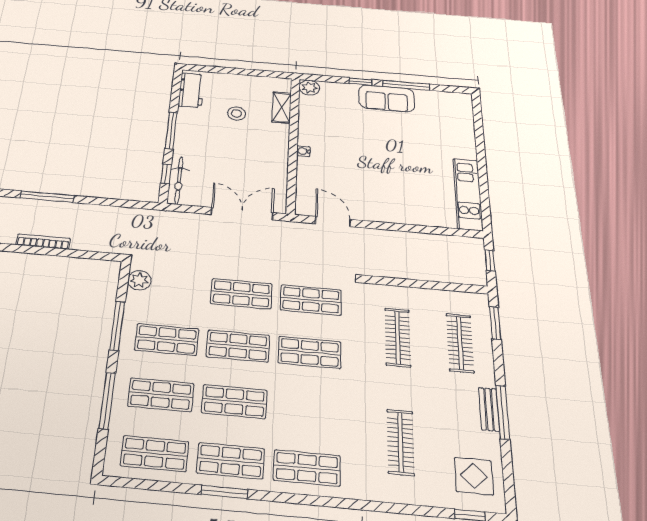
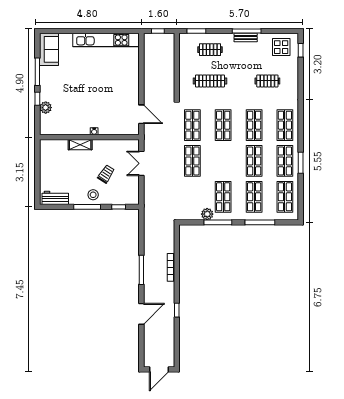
plant: (309, 88) -> (46, 108), moved
sofa: (387, 98) -> (49, 49), moved
shelving: (282, 107) -> (80, 145), moved
stool: (236, 113) -> (93, 195), moved
trolley: (227, 161) -> (106, 174), added
bicycle: (179, 180) -> (122, 199), removed
kitchen unit: (468, 194) -> (106, 40), width x1.36
double door: (242, 214) -> (141, 163), width x0.73
door: (333, 221) -> (141, 114), swing flipped
plant: (139, 280) -> (207, 214), moved
clothes rail: (460, 343) -> (210, 50), width x0.73
shop shelf: (238, 346) -> (254, 125), moved
clothes rail: (401, 442) -> (267, 81), width x0.73

